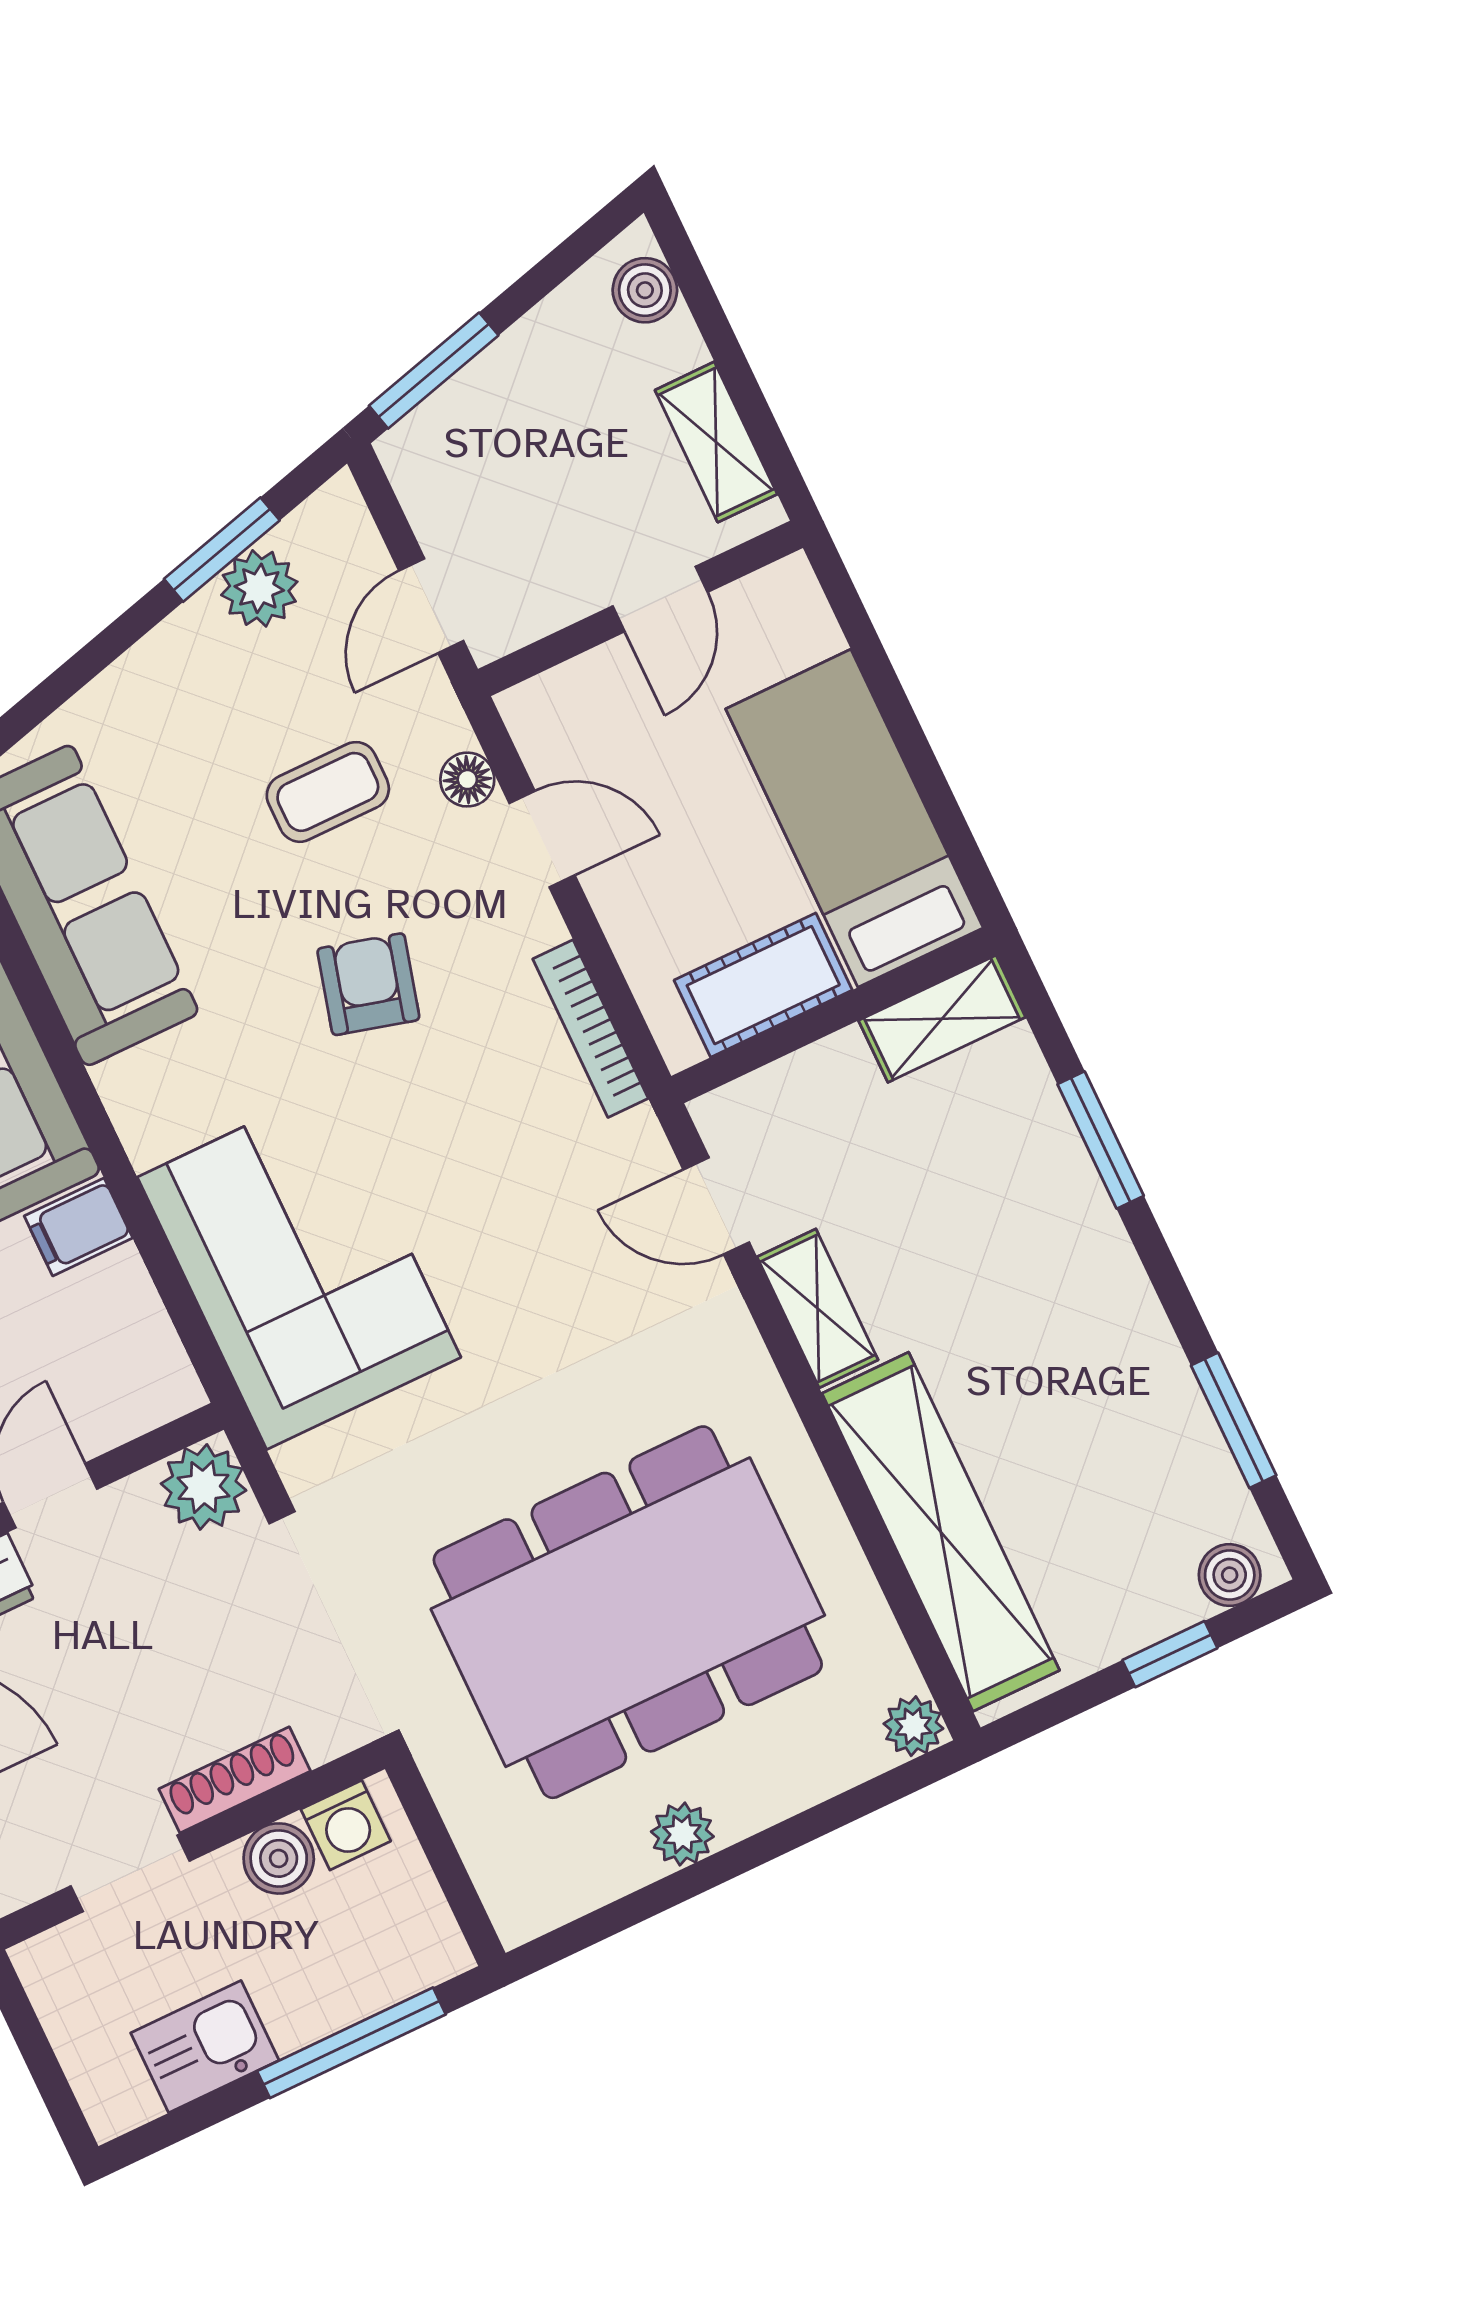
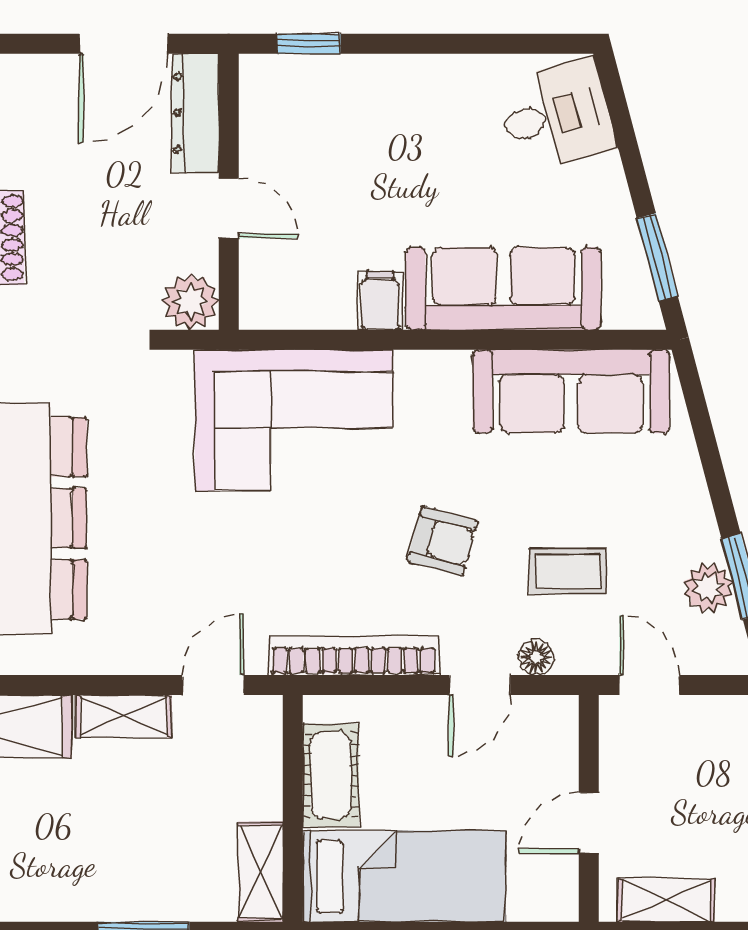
door: (660, 599) -> (589, 823), hinge flipped
coffee table: (328, 792) -> (568, 571), turned 90
bookcase: (590, 1029) -> (354, 656), width x1.48, depth x1.31

